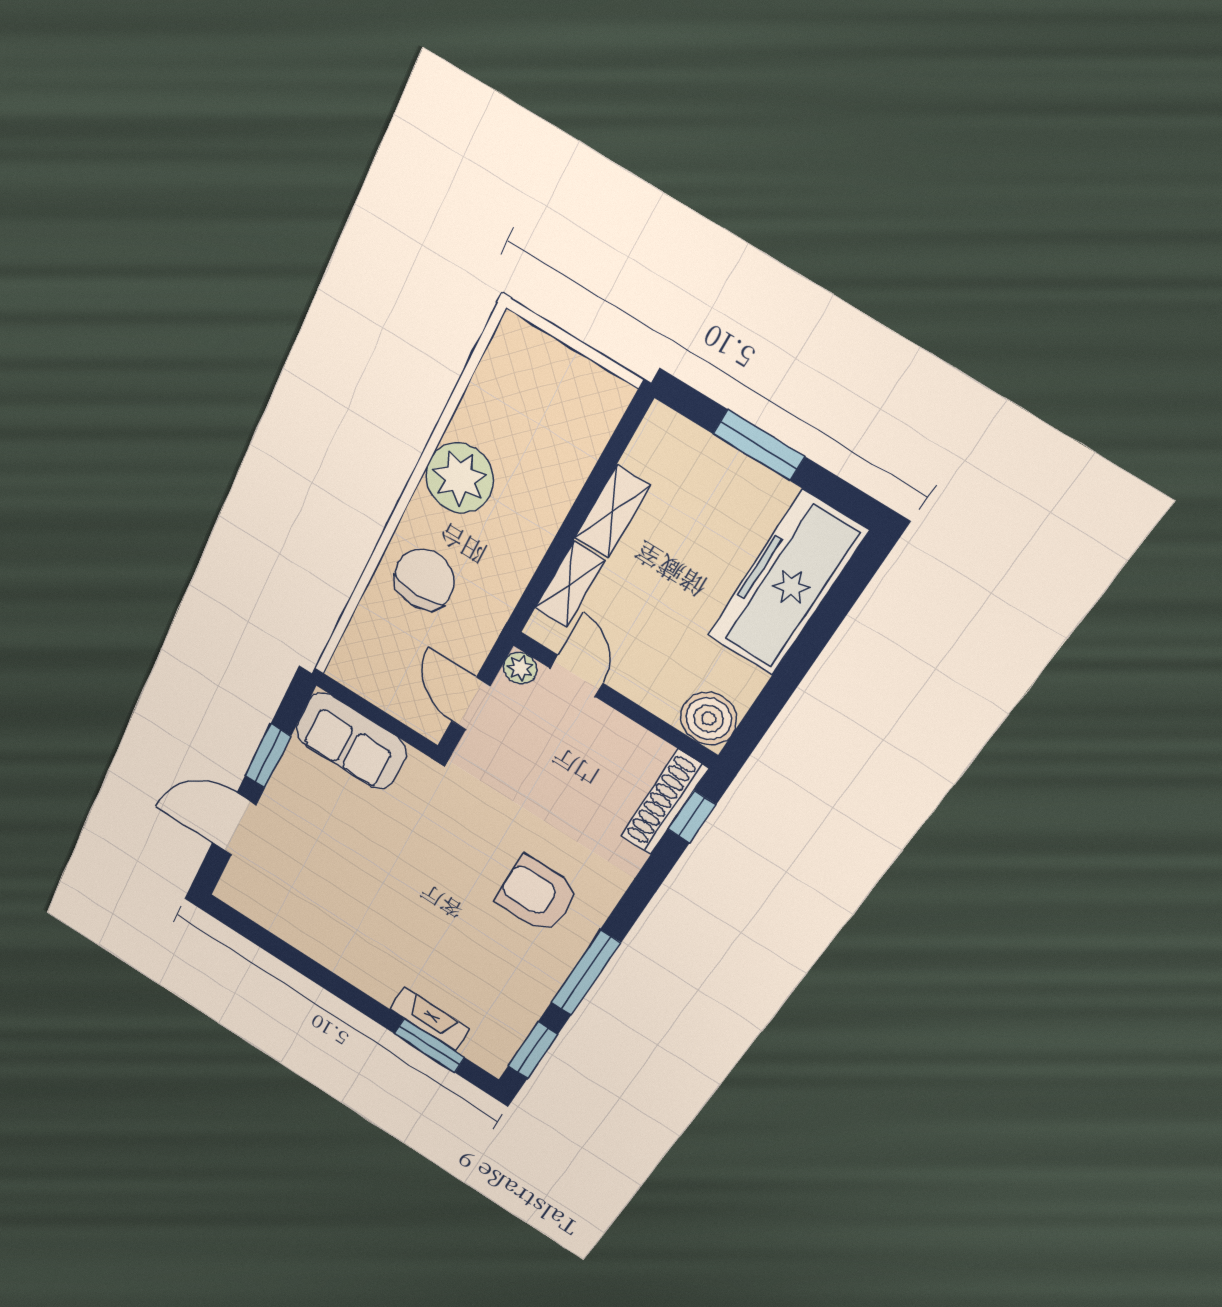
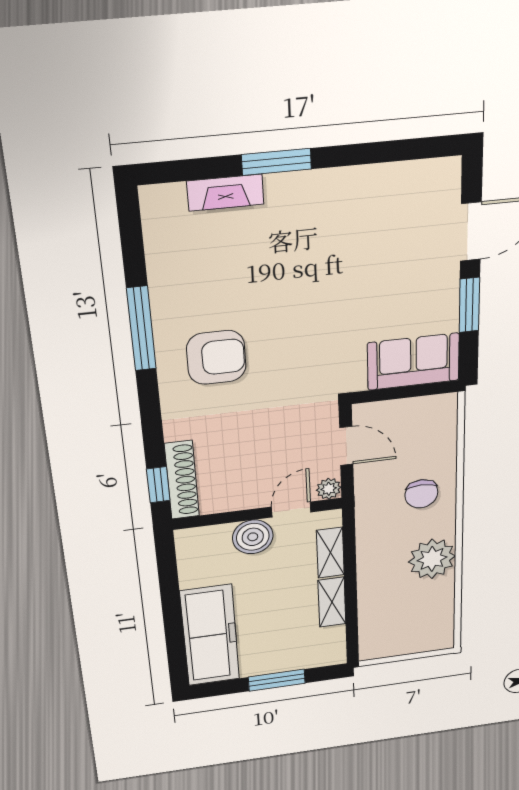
chair: (424, 579) -> (421, 494), width x0.73, depth x0.73
door: (576, 676) -> (291, 510), swing flipped
boiler: (709, 719) -> (253, 537), moved
window: (429, 1046) -> (276, 162), moved
window: (533, 1050) -> (131, 235), removed

